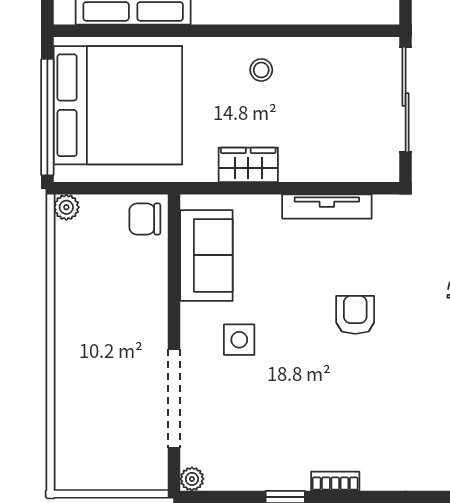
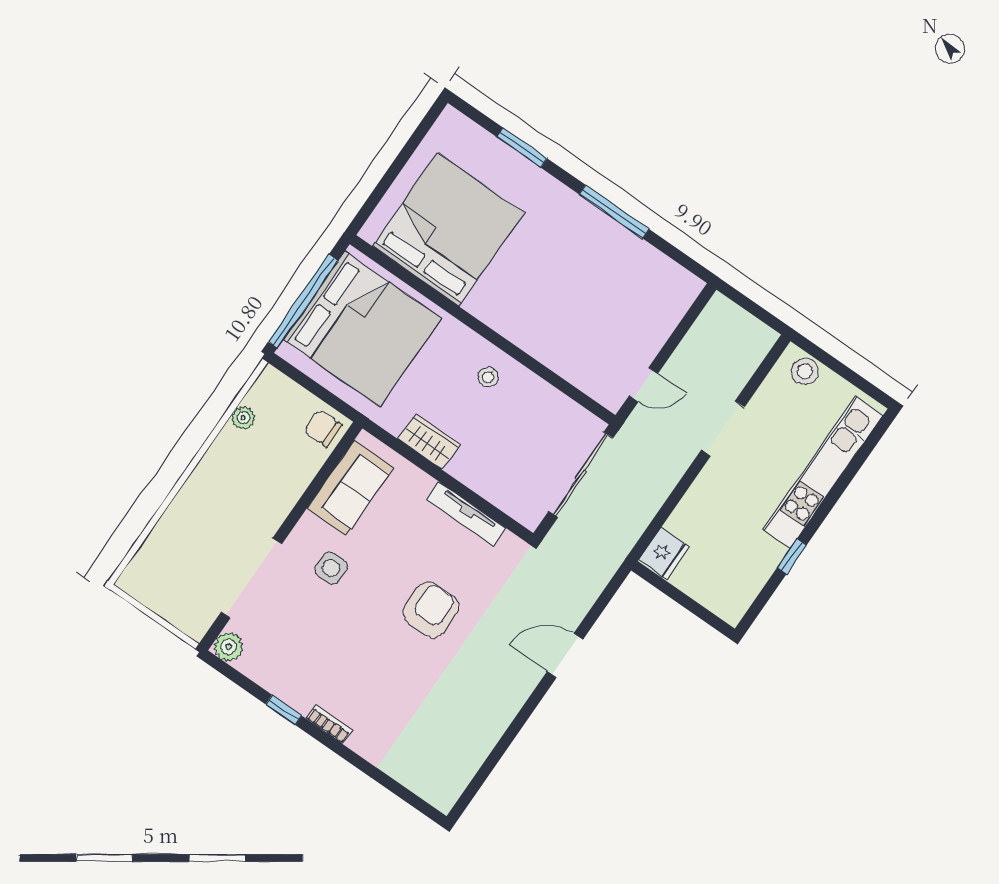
plant: (66, 207) -> (243, 418), moved
armchair: (355, 315) -> (431, 610), width x1.38, depth x1.38
plant: (192, 479) -> (229, 647), width x1.38, depth x1.38

